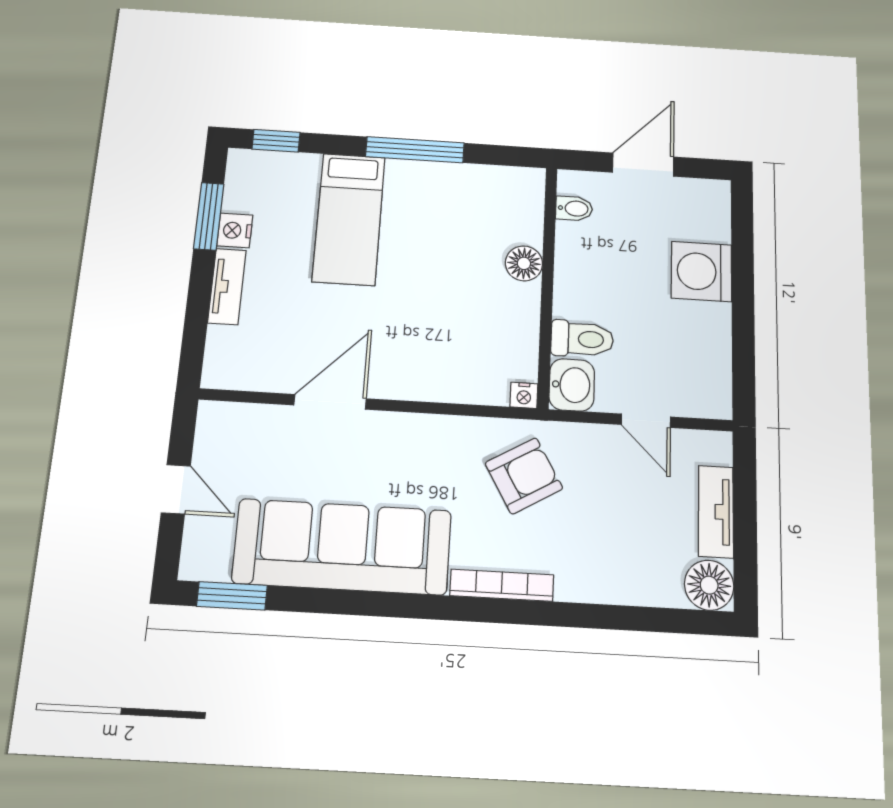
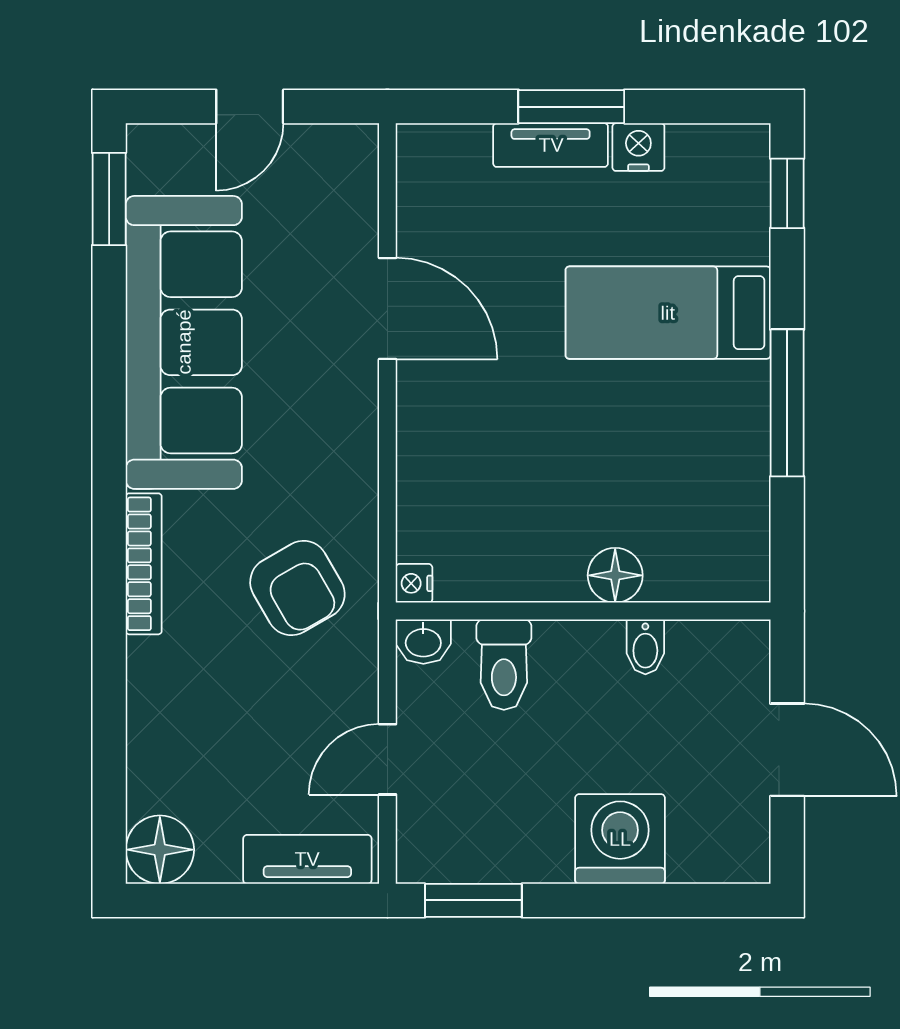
bidet: (574, 208) -> (645, 647), moved
window: (209, 216) -> (571, 107), moved
window: (744, 369) -> (473, 900), added
washbasin: (572, 385) -> (423, 642), width x0.72, depth x0.69
tv unit: (716, 512) -> (307, 859), moved

